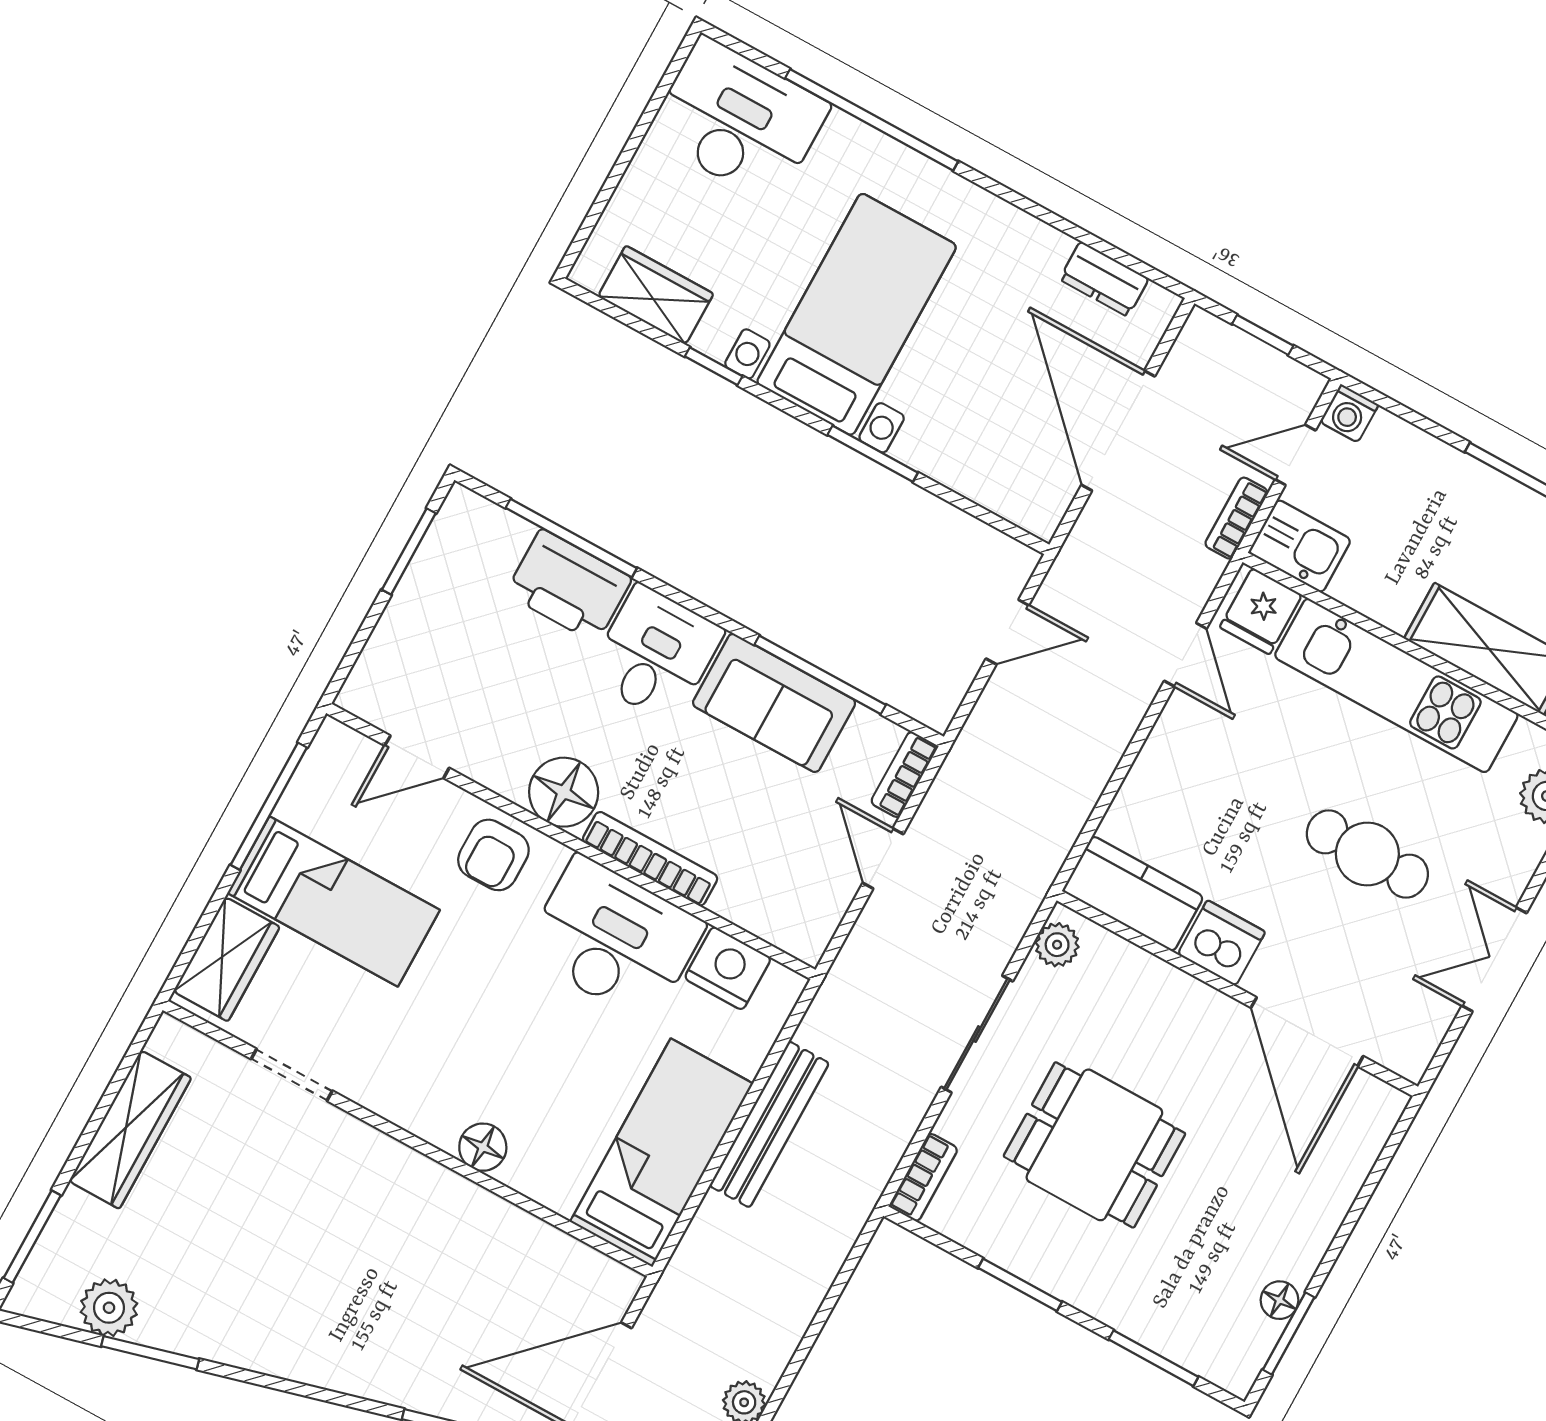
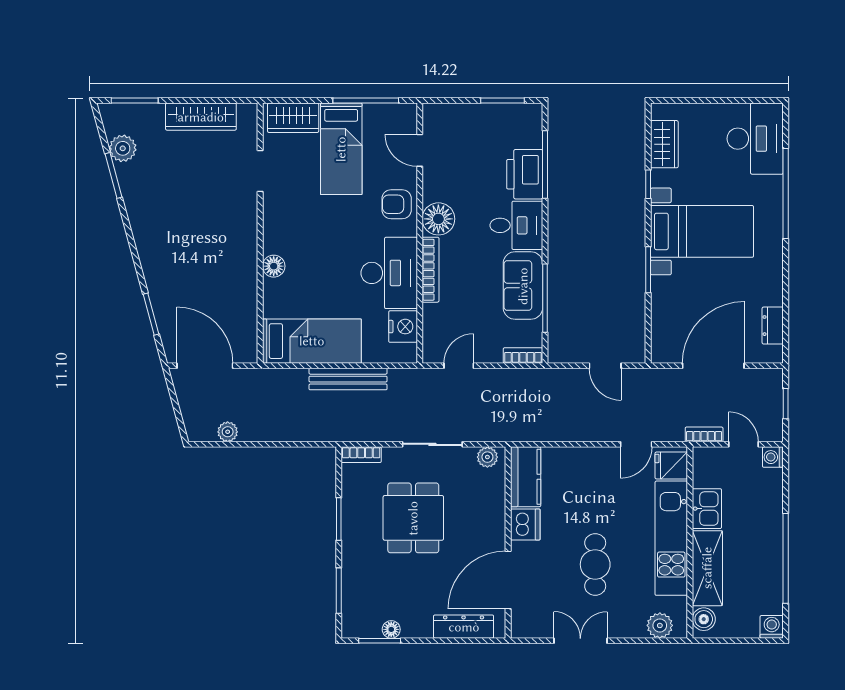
kitchen sink: (1300, 546) -> (707, 509), moved
door: (883, 859) -> (459, 366), moved
dresser: (1348, 1163) -> (464, 627), added

